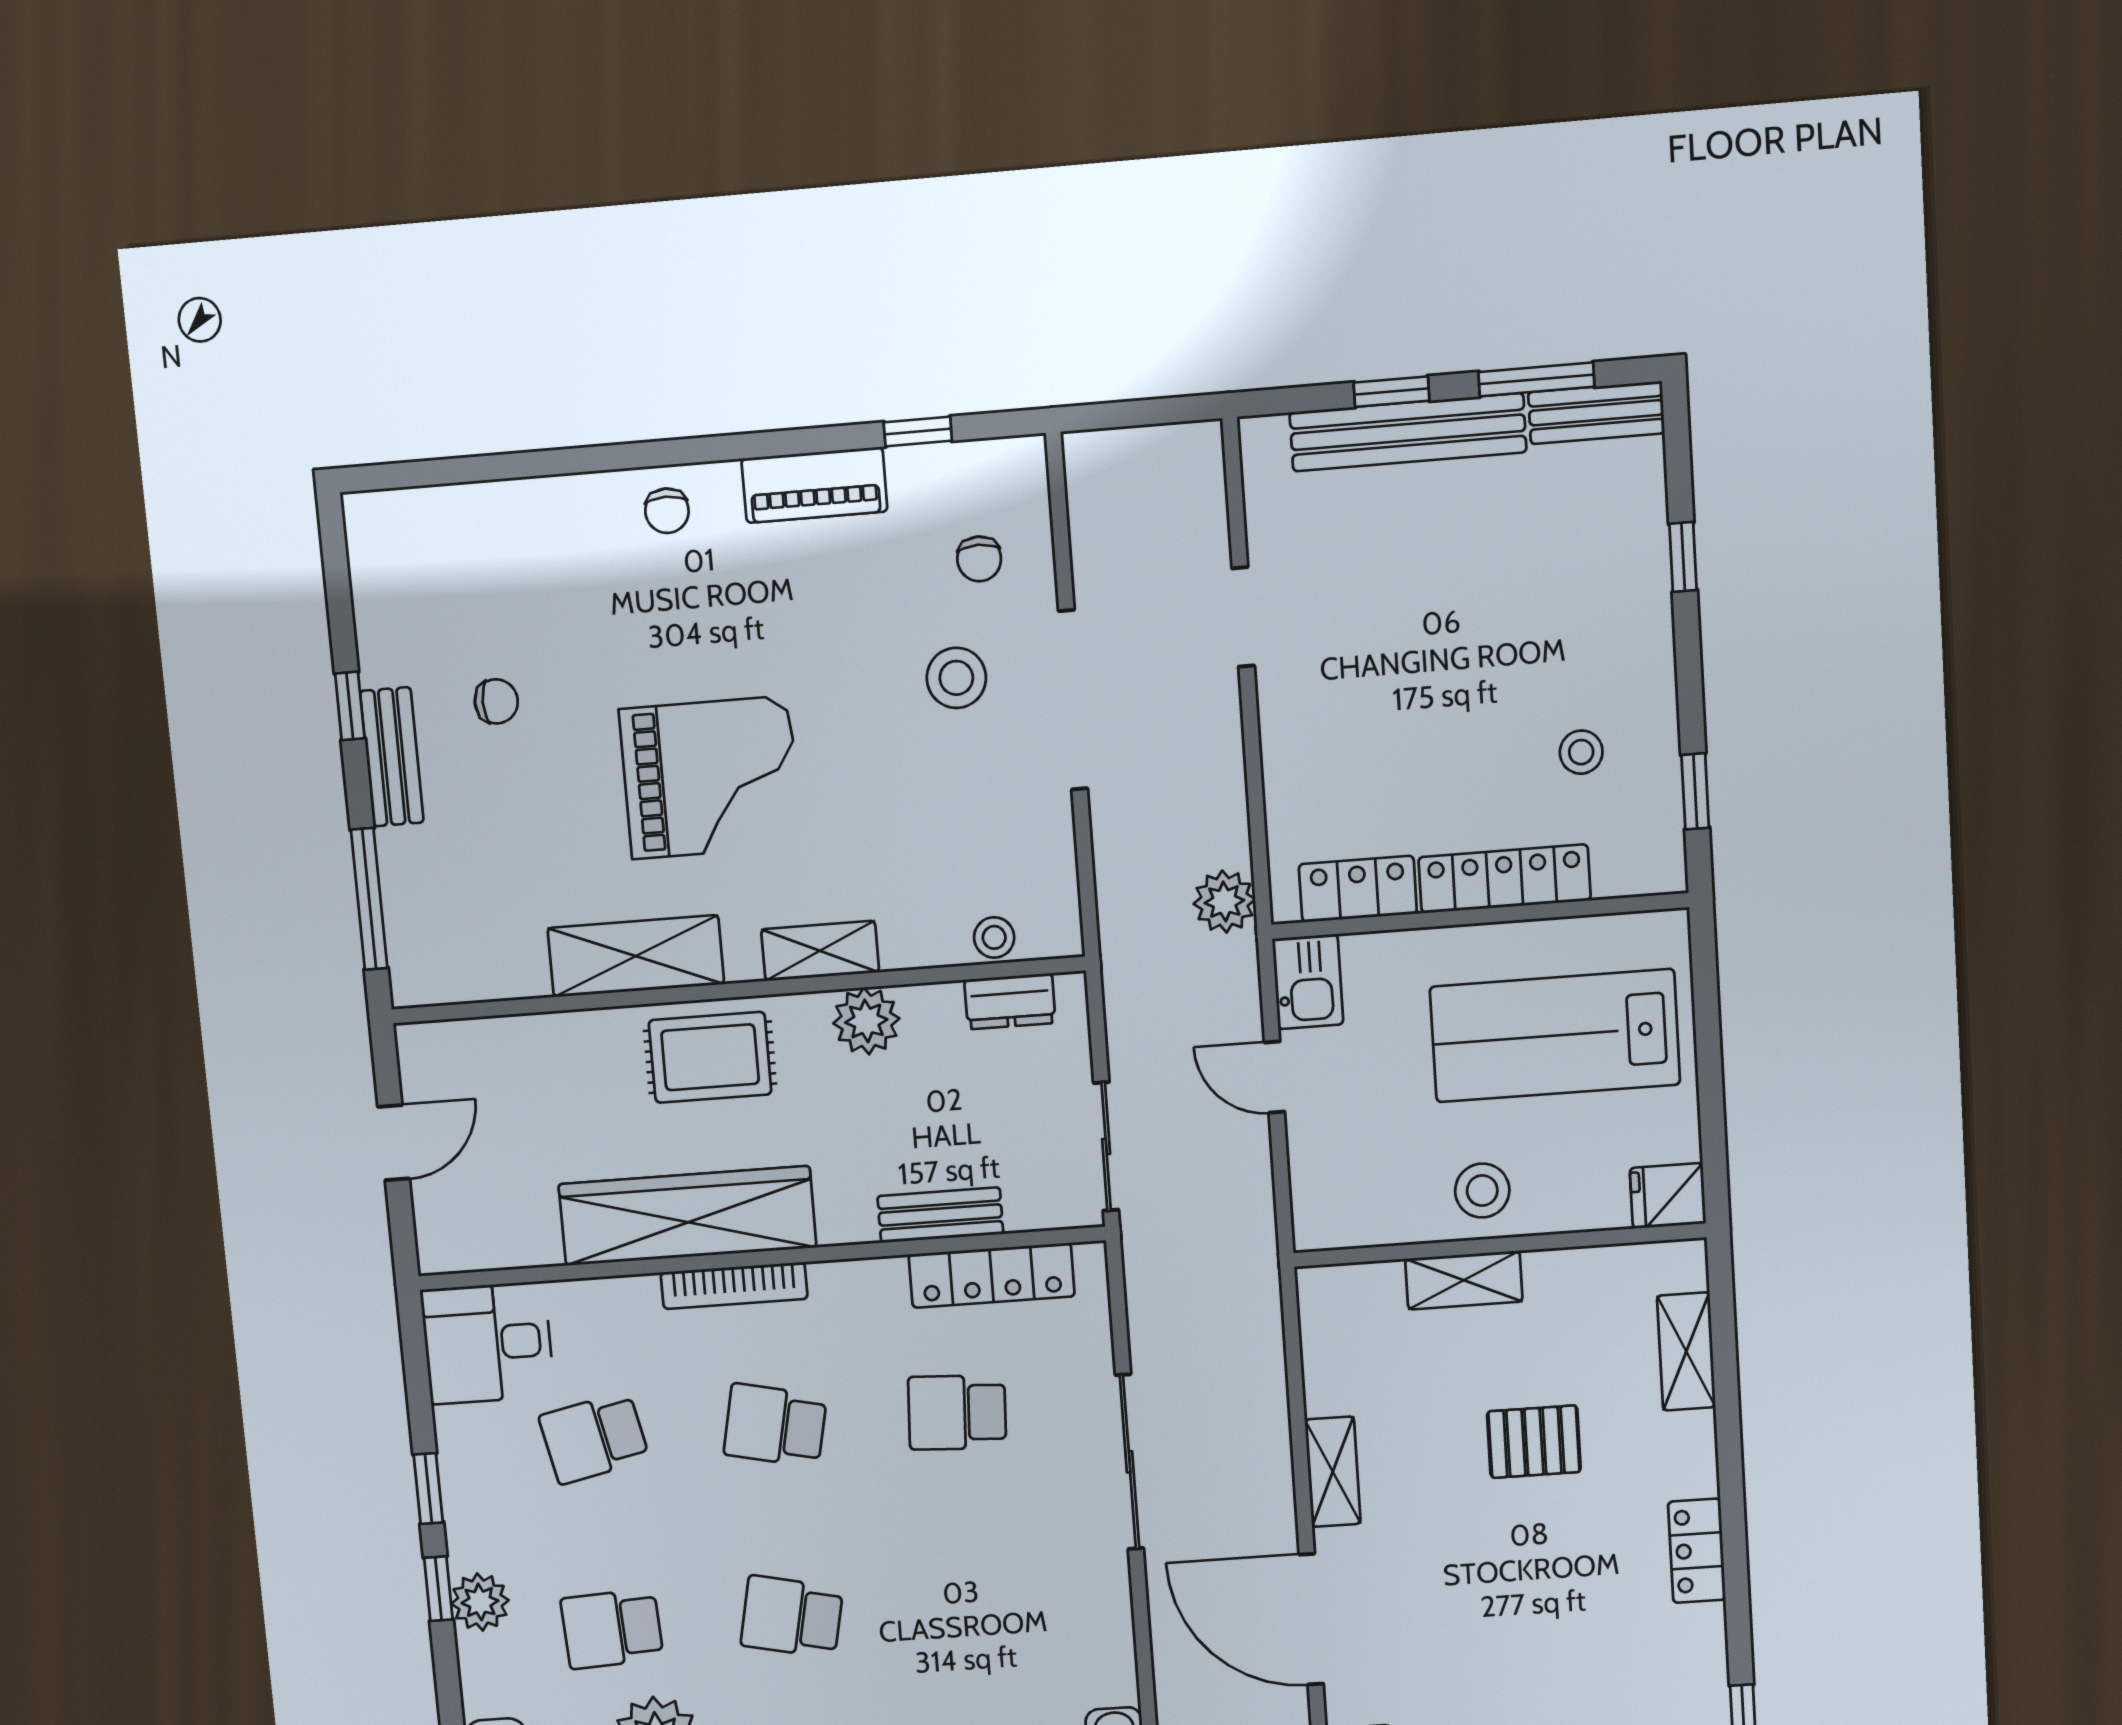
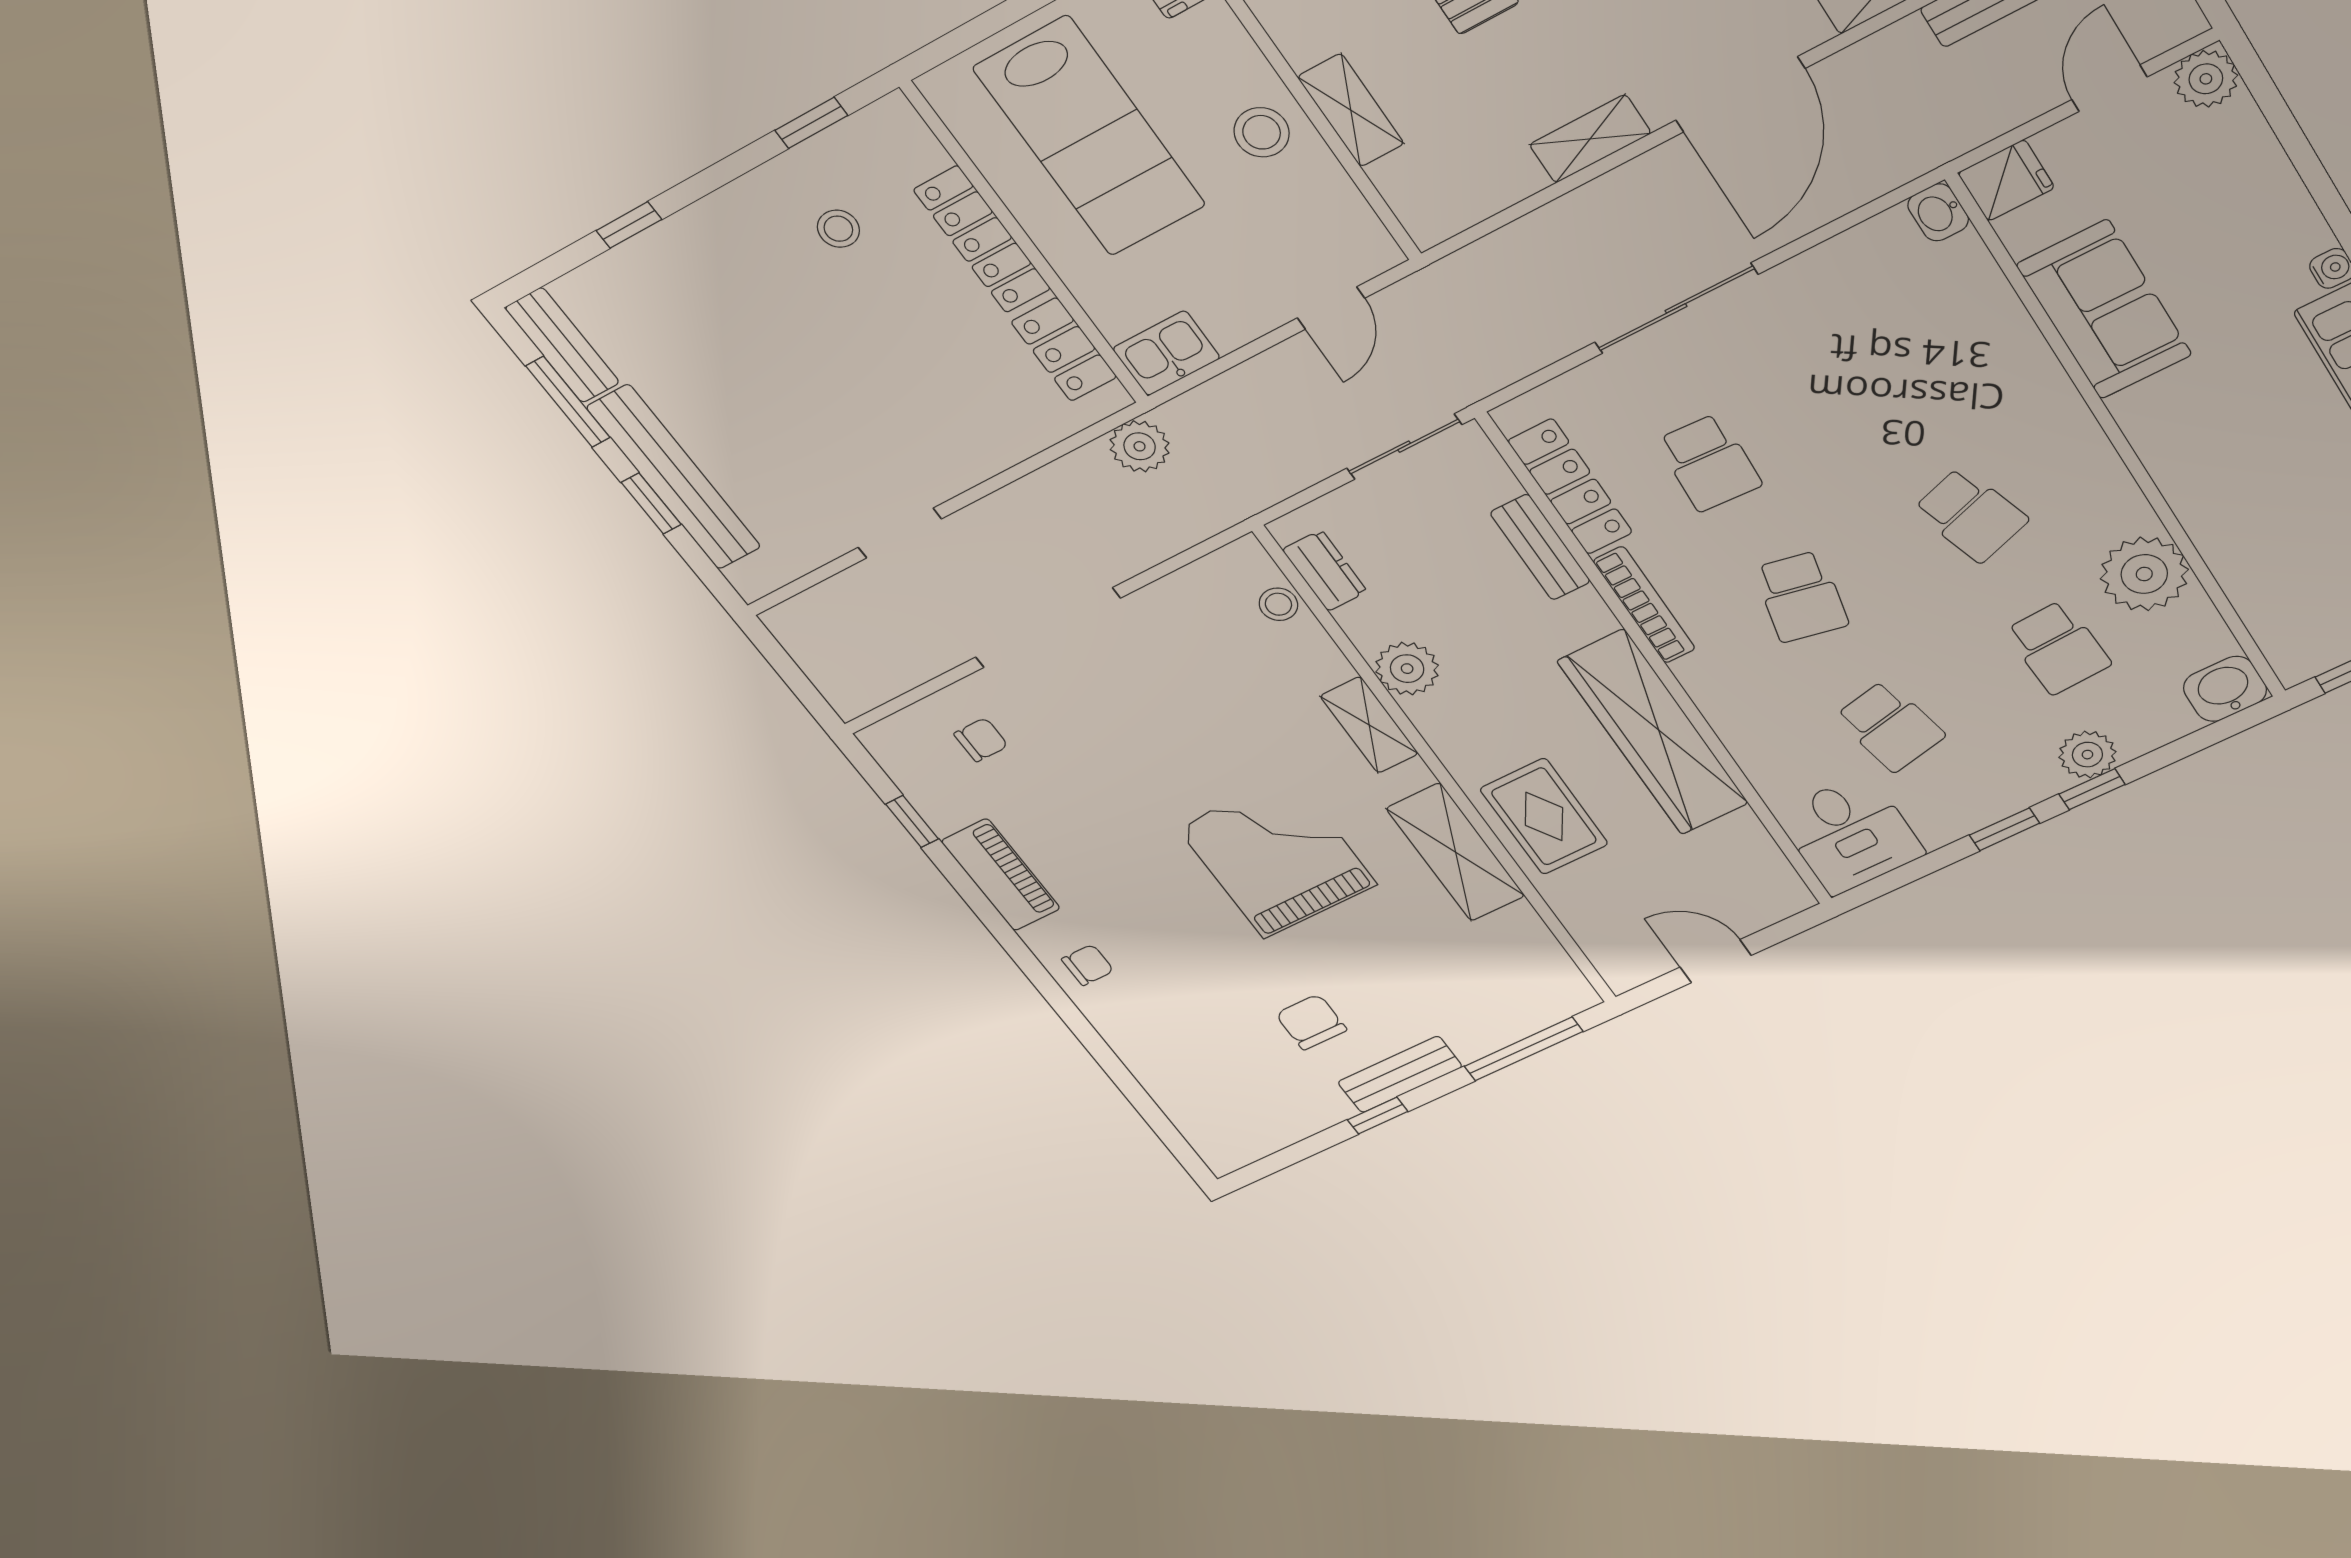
stool: (956, 678) -> (1085, 718), removed
chair: (496, 701) -> (1311, 1022), width x1.37, depth x1.37
rug: (710, 1057) -> (1544, 816), moved
door: (1274, 1077) -> (1331, 308), moved
bookcase: (734, 1286) -> (1644, 605), moved
school desk: (792, 1617) -> (1971, 515), turned -30

